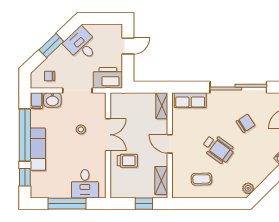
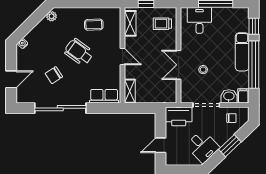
trolley: (127, 161) -> (162, 24), moved

